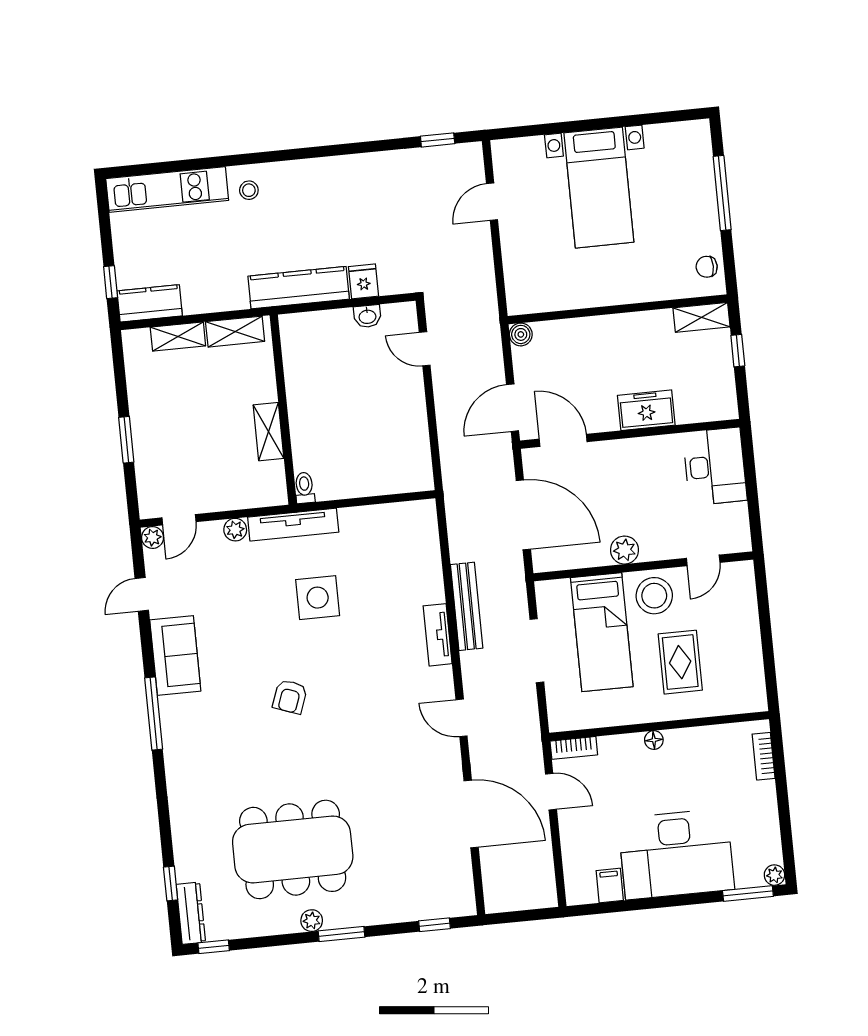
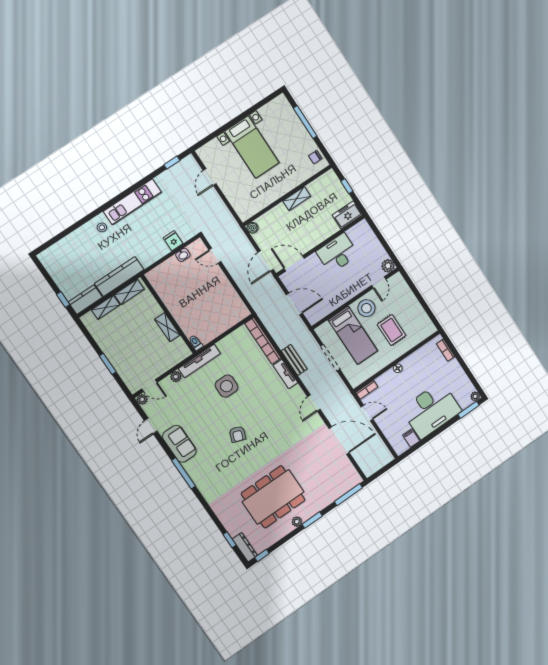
kitchen unit: (167, 189) -> (132, 202), moved
kitchen counter: (299, 288) -> (119, 277), moved
shelving: (701, 317) -> (297, 199), moved
freezer: (646, 410) -> (347, 215), moved
desk: (715, 466) -> (337, 253), moved, turned -90
door: (523, 515) -> (294, 304), width x0.73
door: (179, 520) -> (149, 386), hinge flipped
plant: (624, 550) -> (388, 266), moved
bookcase: (429, 551) -> (263, 341), added
bench: (467, 606) -> (294, 360), width x0.73
door: (462, 718) -> (314, 403), hinge flipped
window: (434, 925) -> (348, 495), width x2.17

